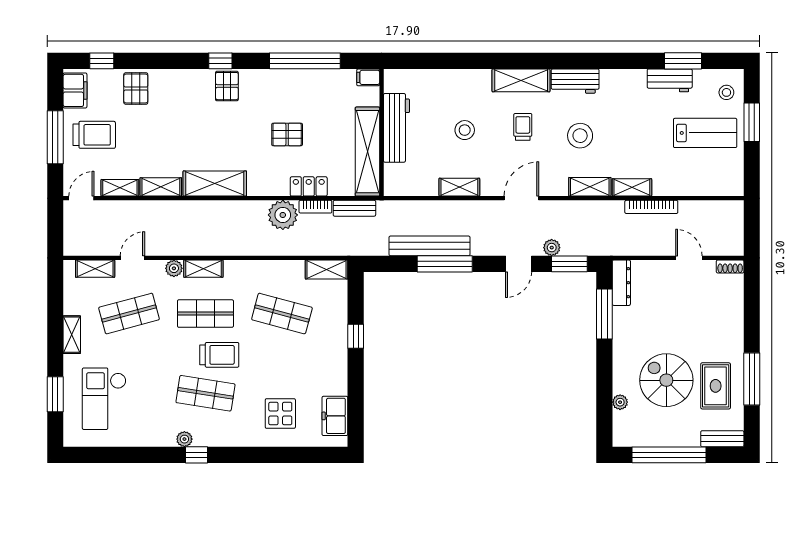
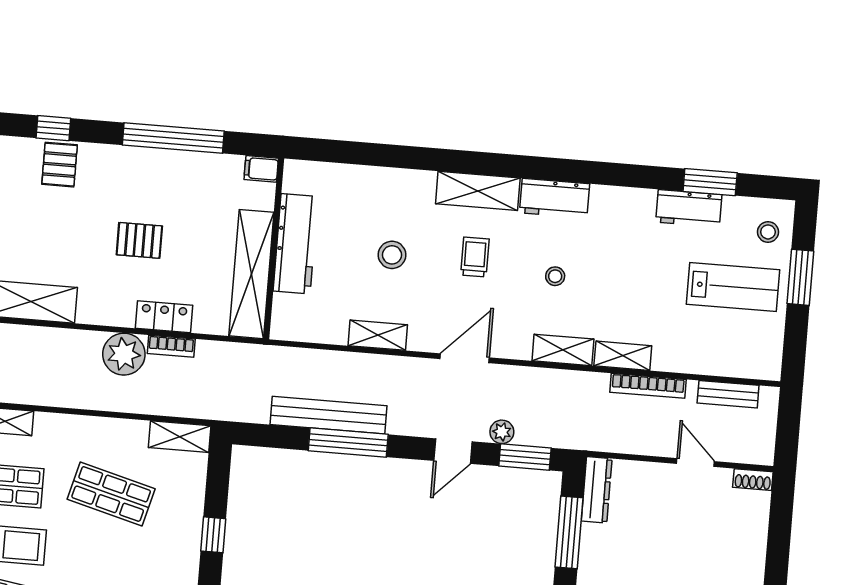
stool: (580, 136) -> (555, 276), width x0.53, depth x0.53
bench: (354, 208) -> (728, 394), moved

